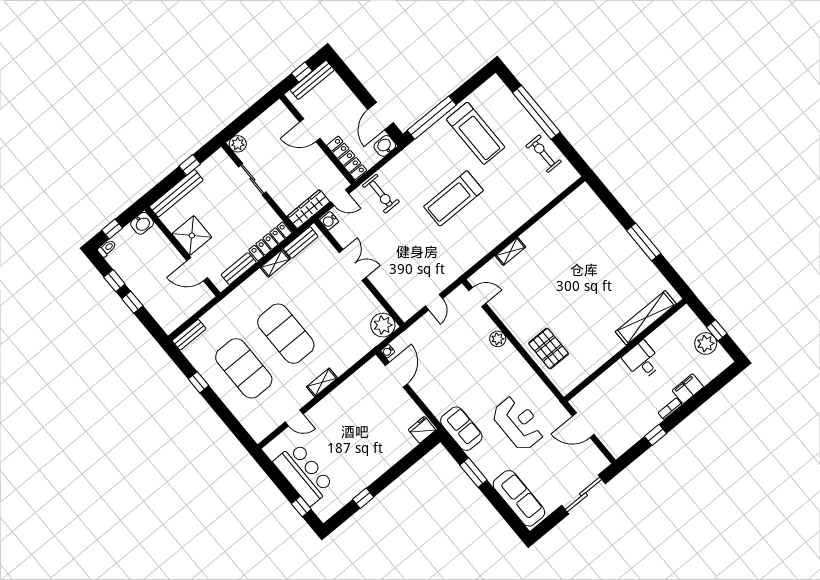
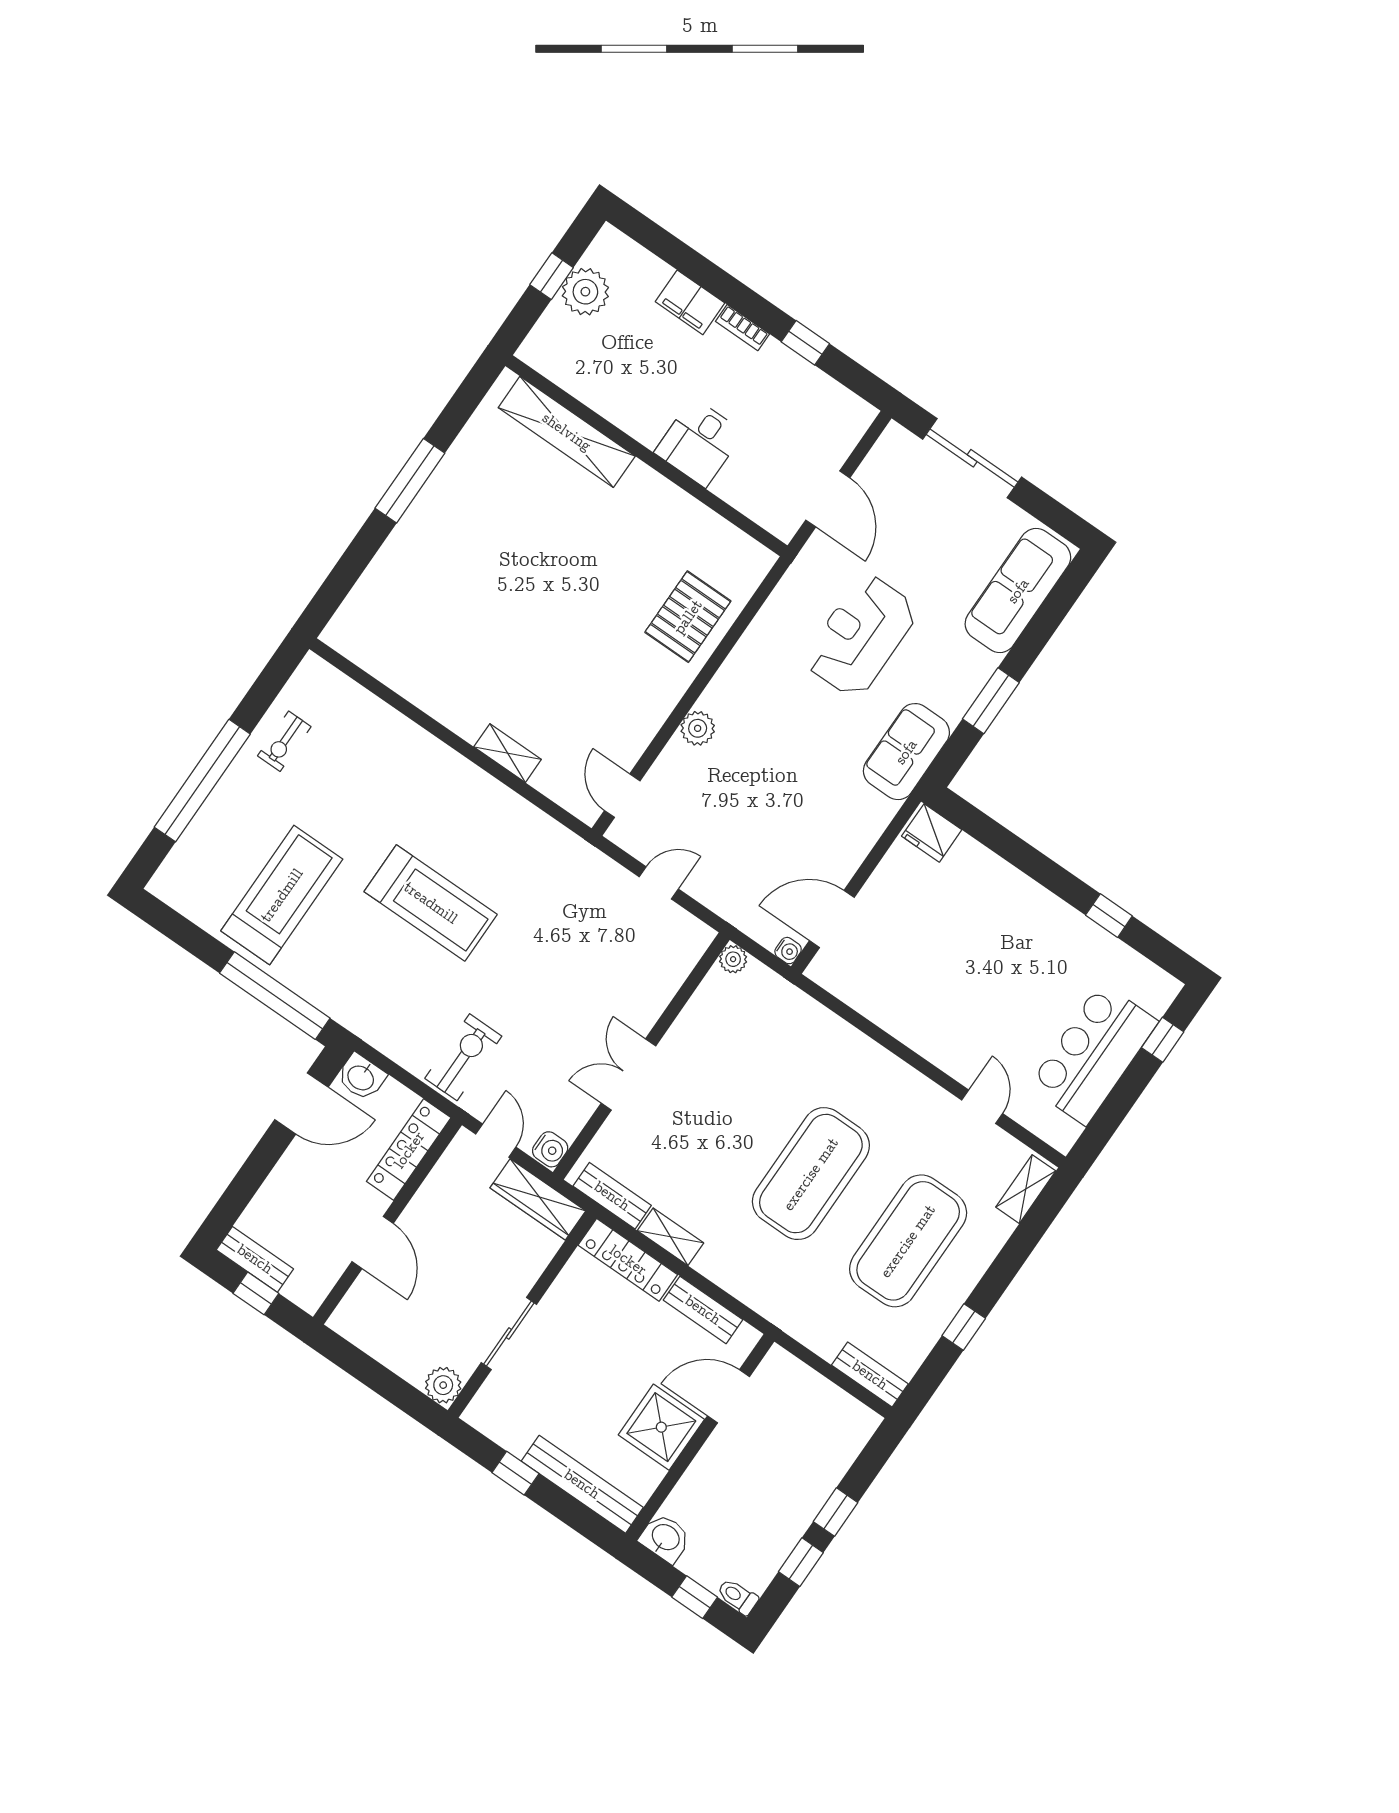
bench: (312, 80) -> (255, 1259), width x0.73
exercise bike: (544, 154) -> (284, 741), width x0.73, depth x0.72
door: (197, 269) -> (728, 1396), swing flipped
plant: (383, 325) -> (733, 959), width x0.53, depth x0.53
desk: (642, 361) -> (699, 442), moved
shelving: (322, 382) -> (1026, 1189), moved, turned 90

